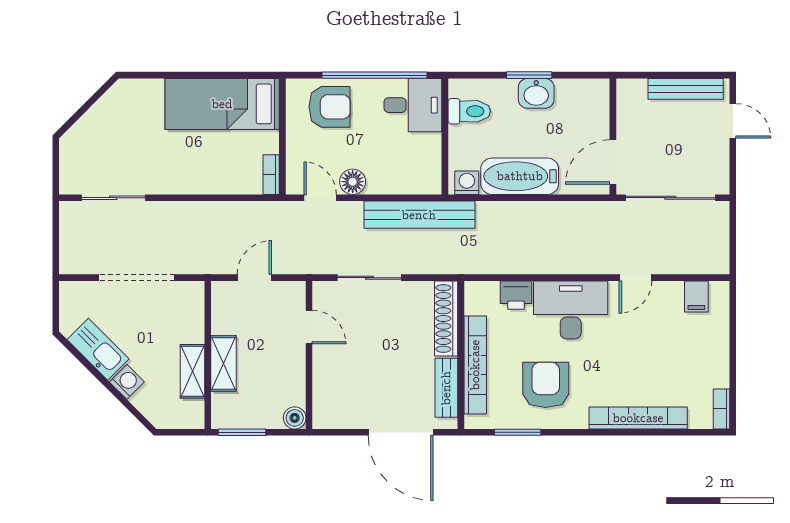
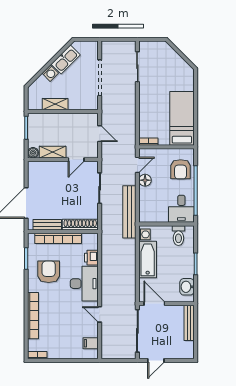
bench: (686, 89) -> (189, 323), moved
washbasin: (536, 93) -> (187, 287), moved
door: (733, 121) -> (156, 360), moved
shelving: (223, 363) -> (53, 152), moved
armchair: (546, 385) -> (49, 272), turned -90

